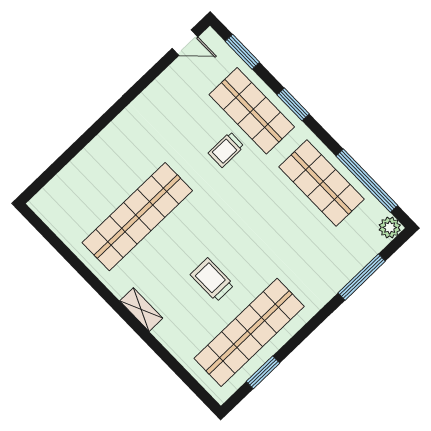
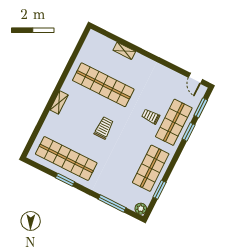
window: (293, 104) -> (189, 132), moved
shelving: (88, 156) -> (124, 51), added
window: (367, 181) -> (160, 190), width x0.47
trolley: (212, 280) -> (104, 128), moved
window: (263, 372) -> (65, 180), moved

